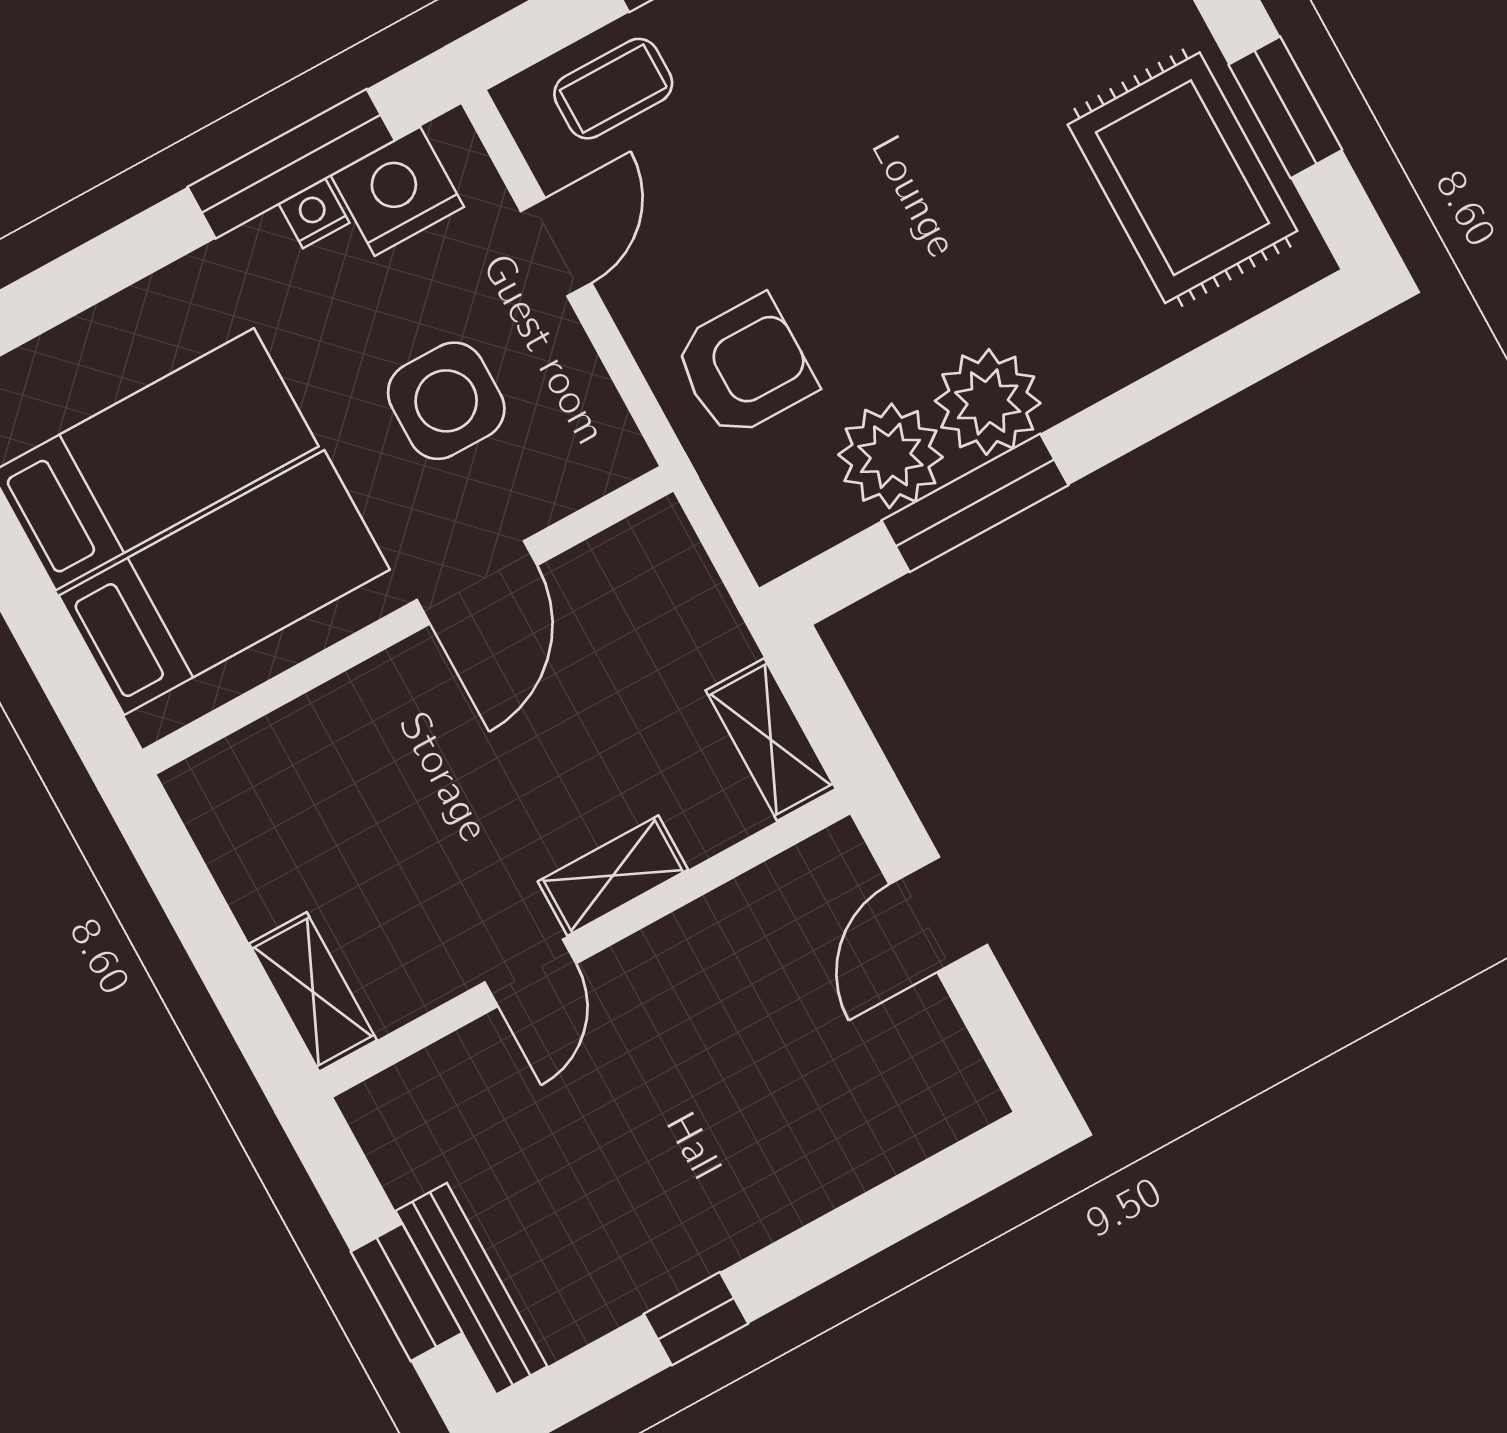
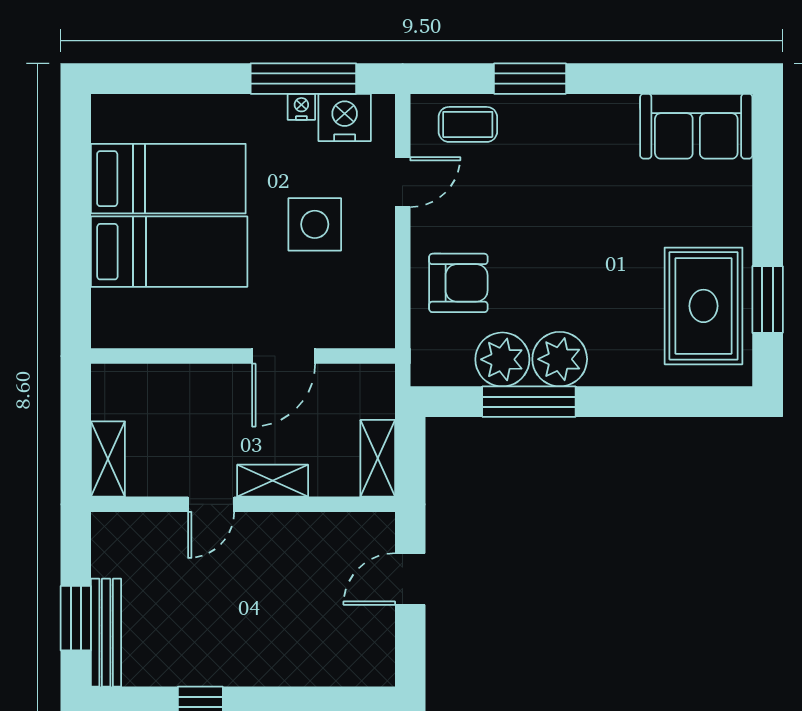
door: (477, 582) -> (284, 356), moved
wall: (408, 620) -> (243, 356), moved

